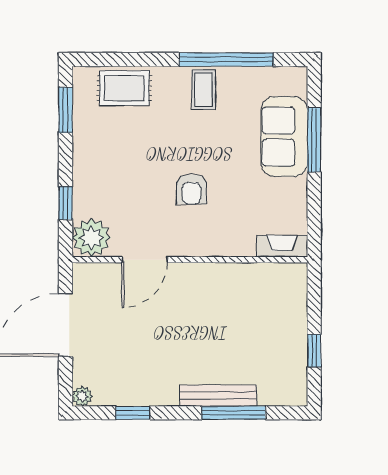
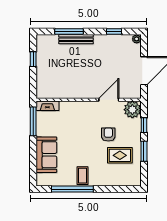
rug: (124, 88) -> (120, 155), moved
window: (66, 110) -> (144, 151), moved
window: (314, 140) -> (33, 121), moved
armchair: (191, 189) -> (108, 134), moved

